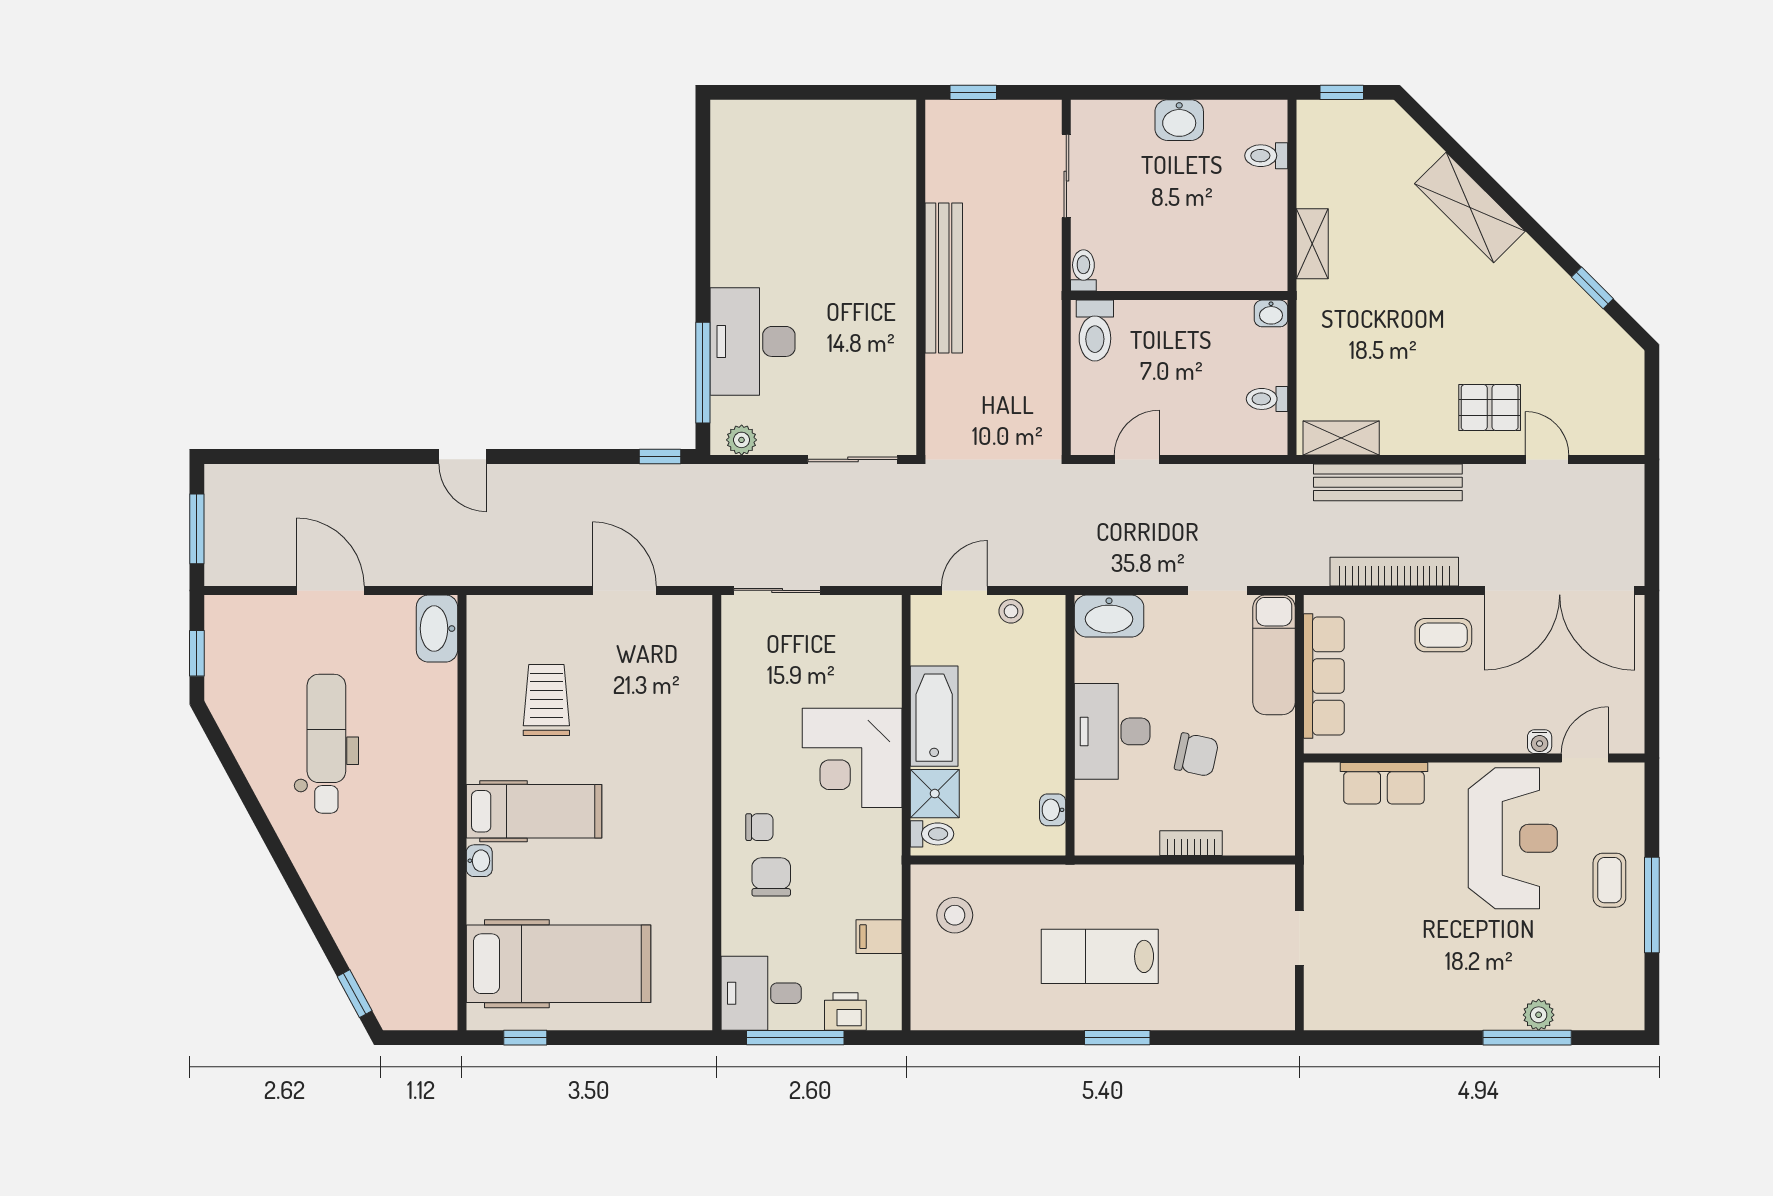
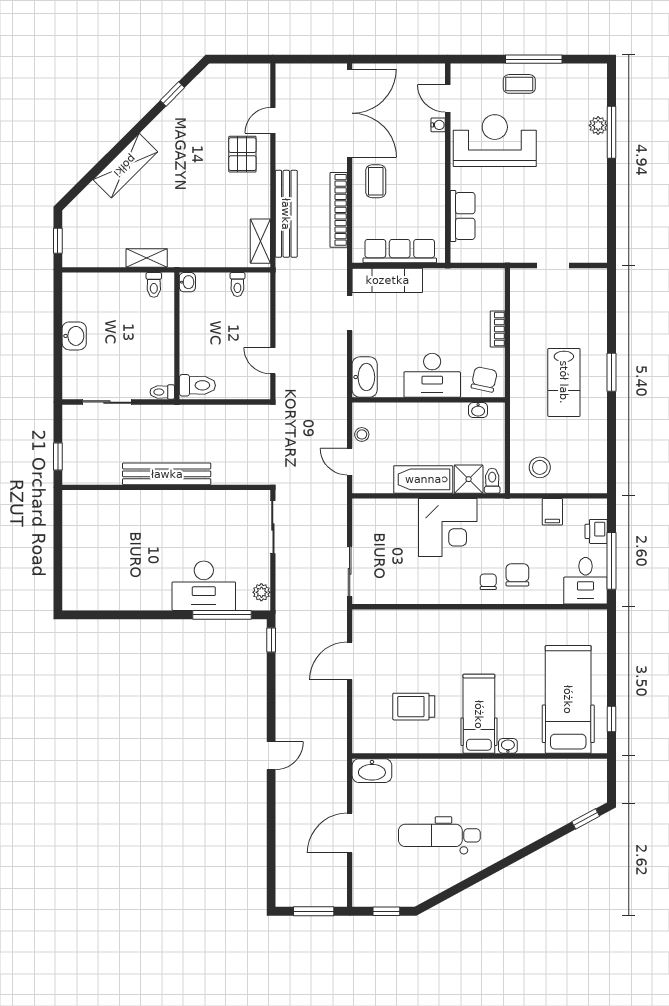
toilet: (1266, 156) -> (154, 285), moved
chair: (1196, 755) -> (484, 379), moved
chair: (771, 877) -> (517, 575), turned 90

